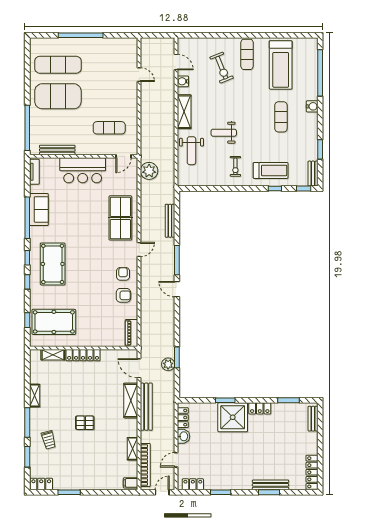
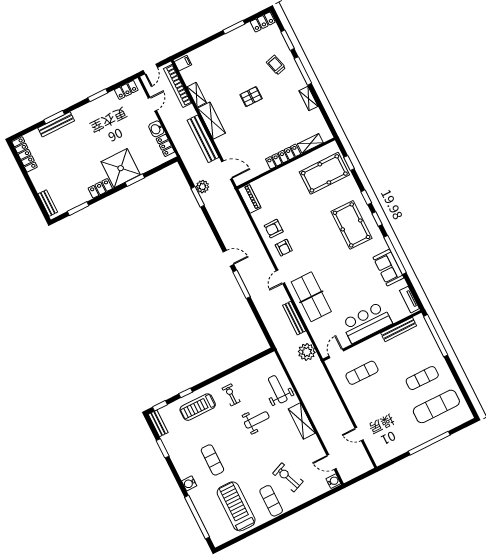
water cooler: (183, 81) -> (333, 481), moved
exercise mat: (58, 96) -> (422, 378), width x0.50, depth x0.69
bench: (170, 221) -> (294, 318), moved
shelving: (131, 400) -> (211, 121), moved

